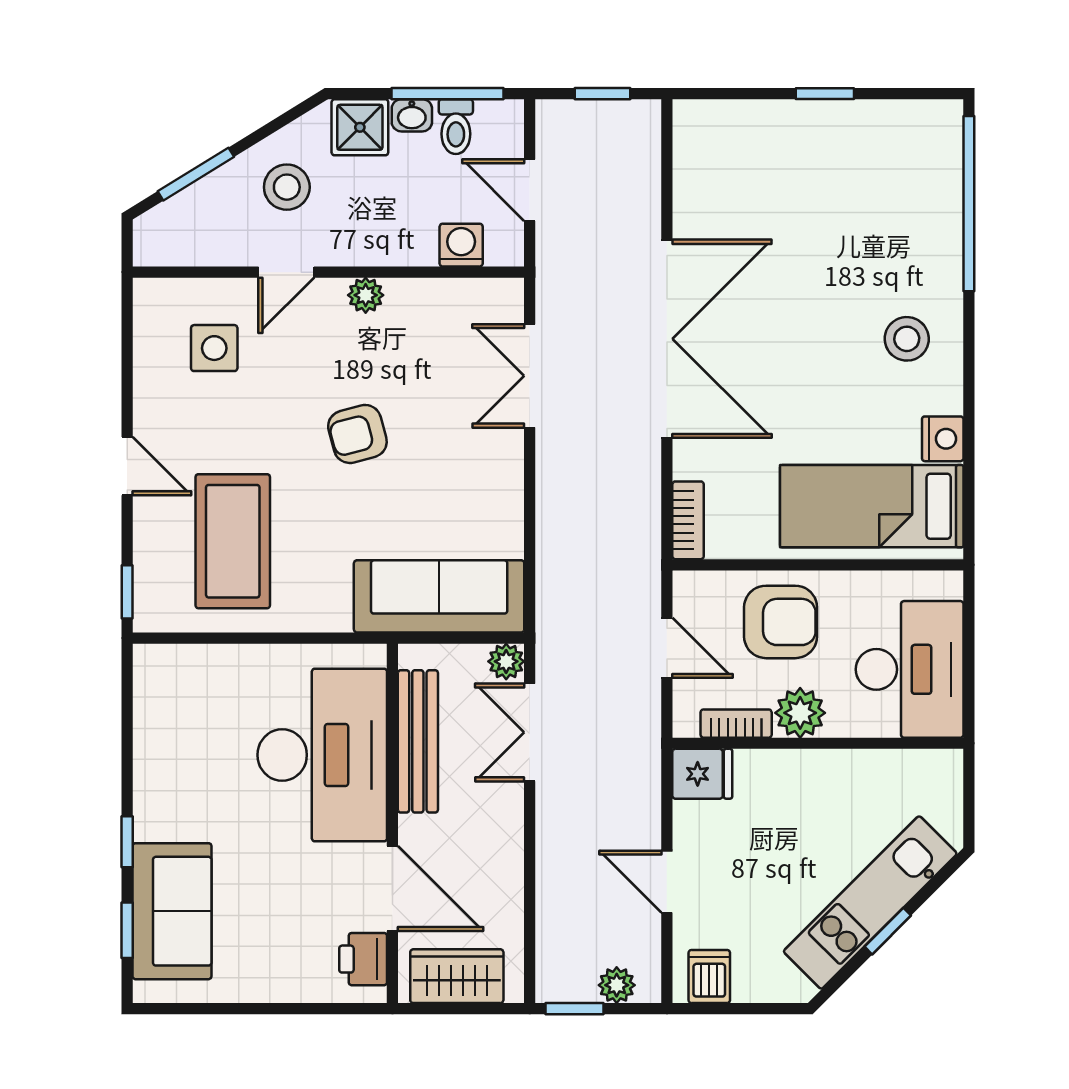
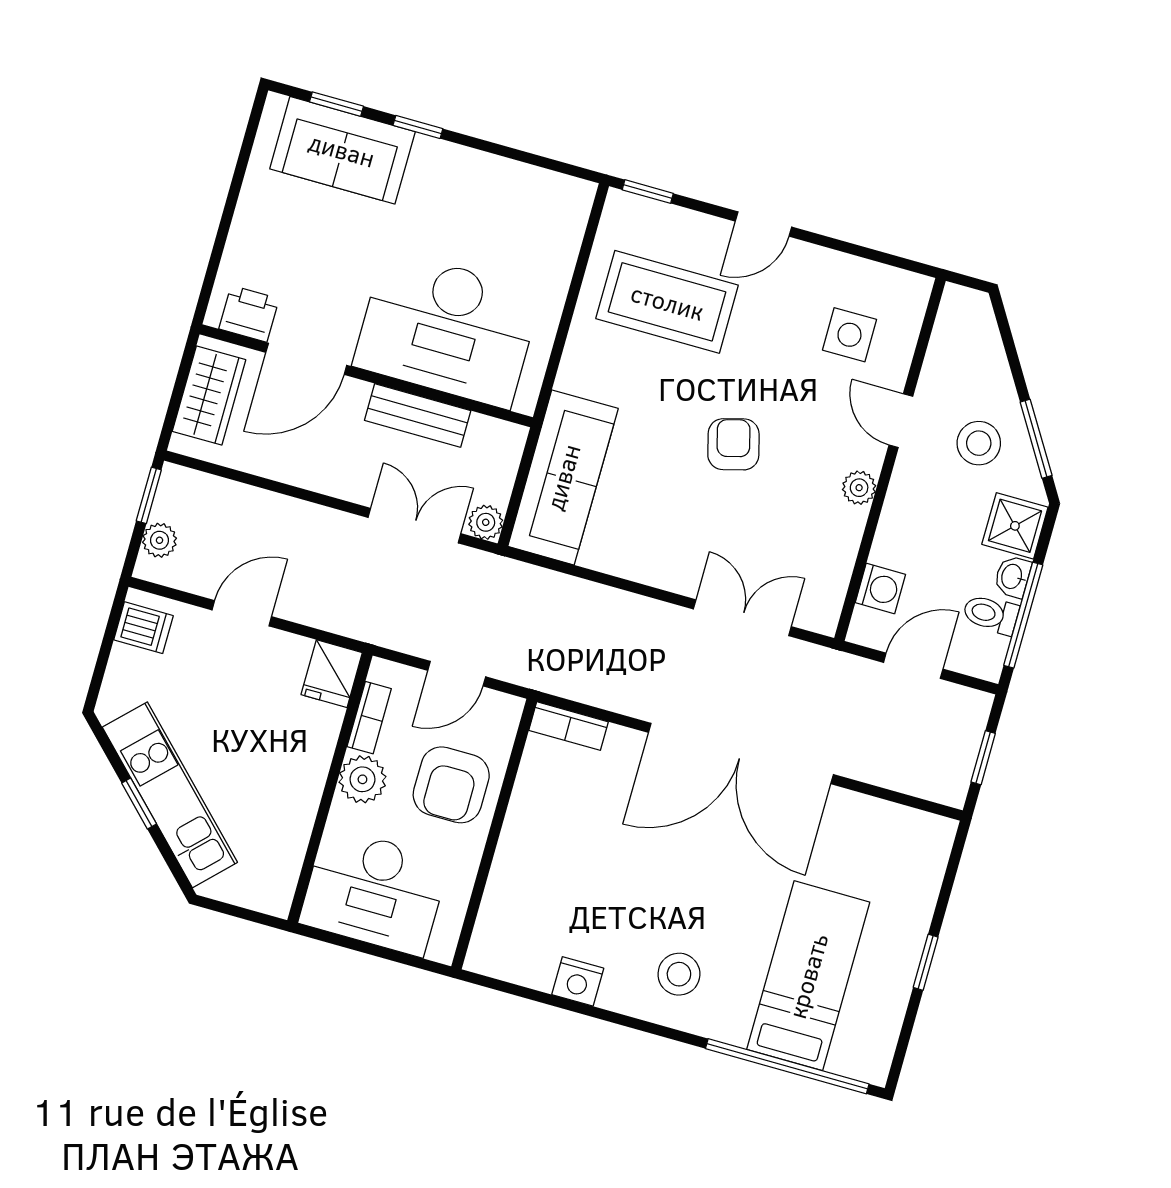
window: (196, 174) -> (1036, 439), moved
bed: (872, 506) -> (808, 976), moved
bench: (418, 741) -> (418, 415), width x0.73

